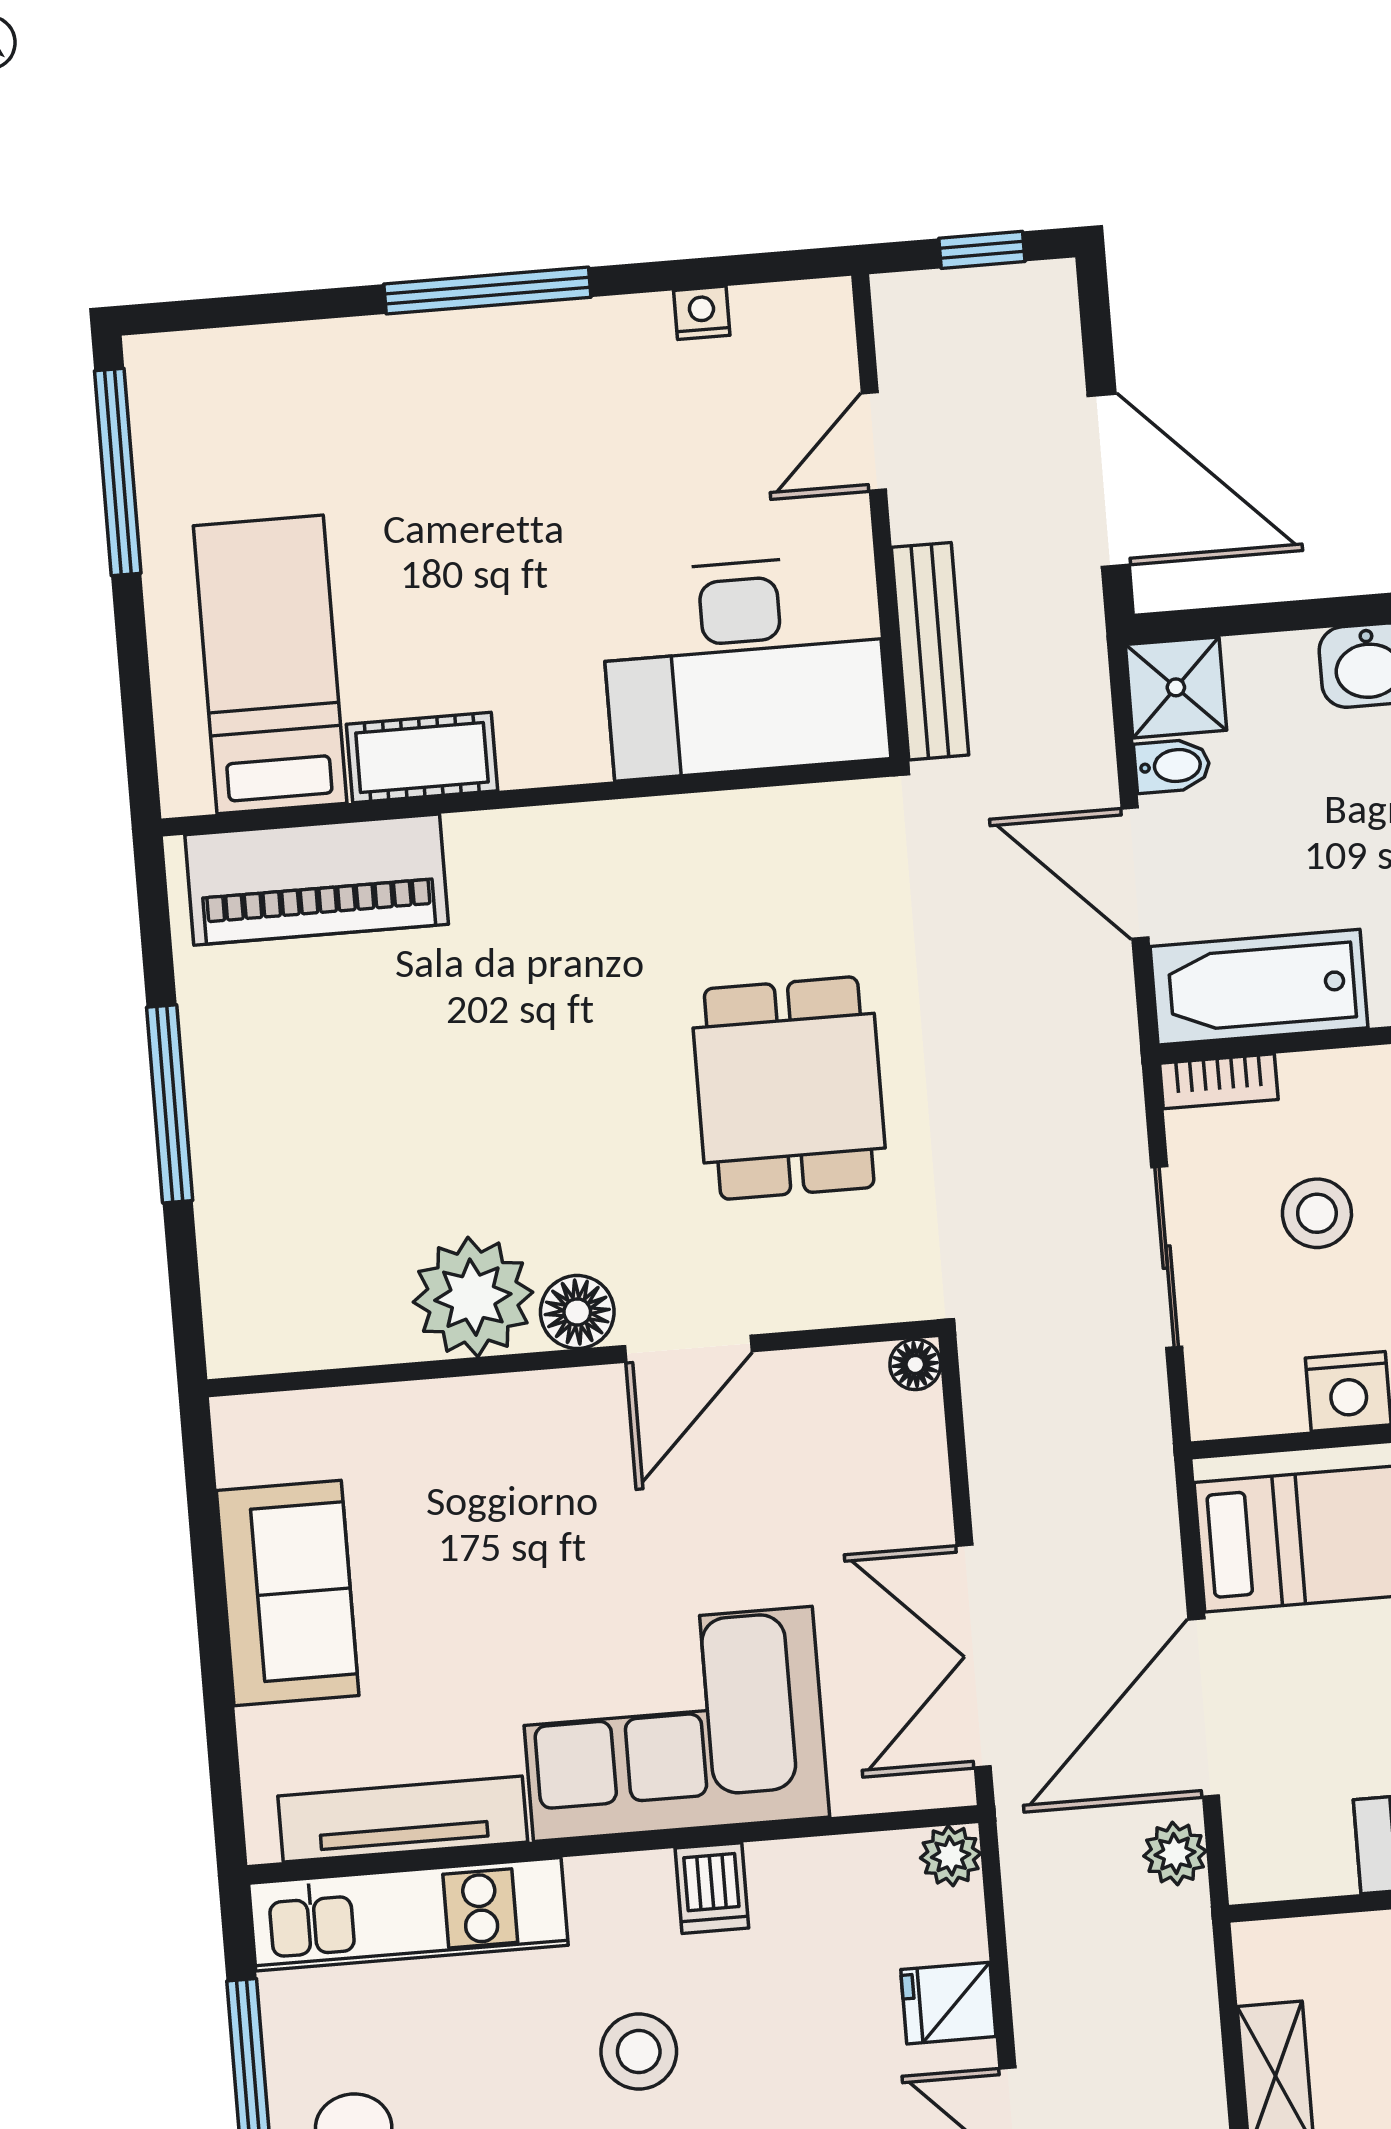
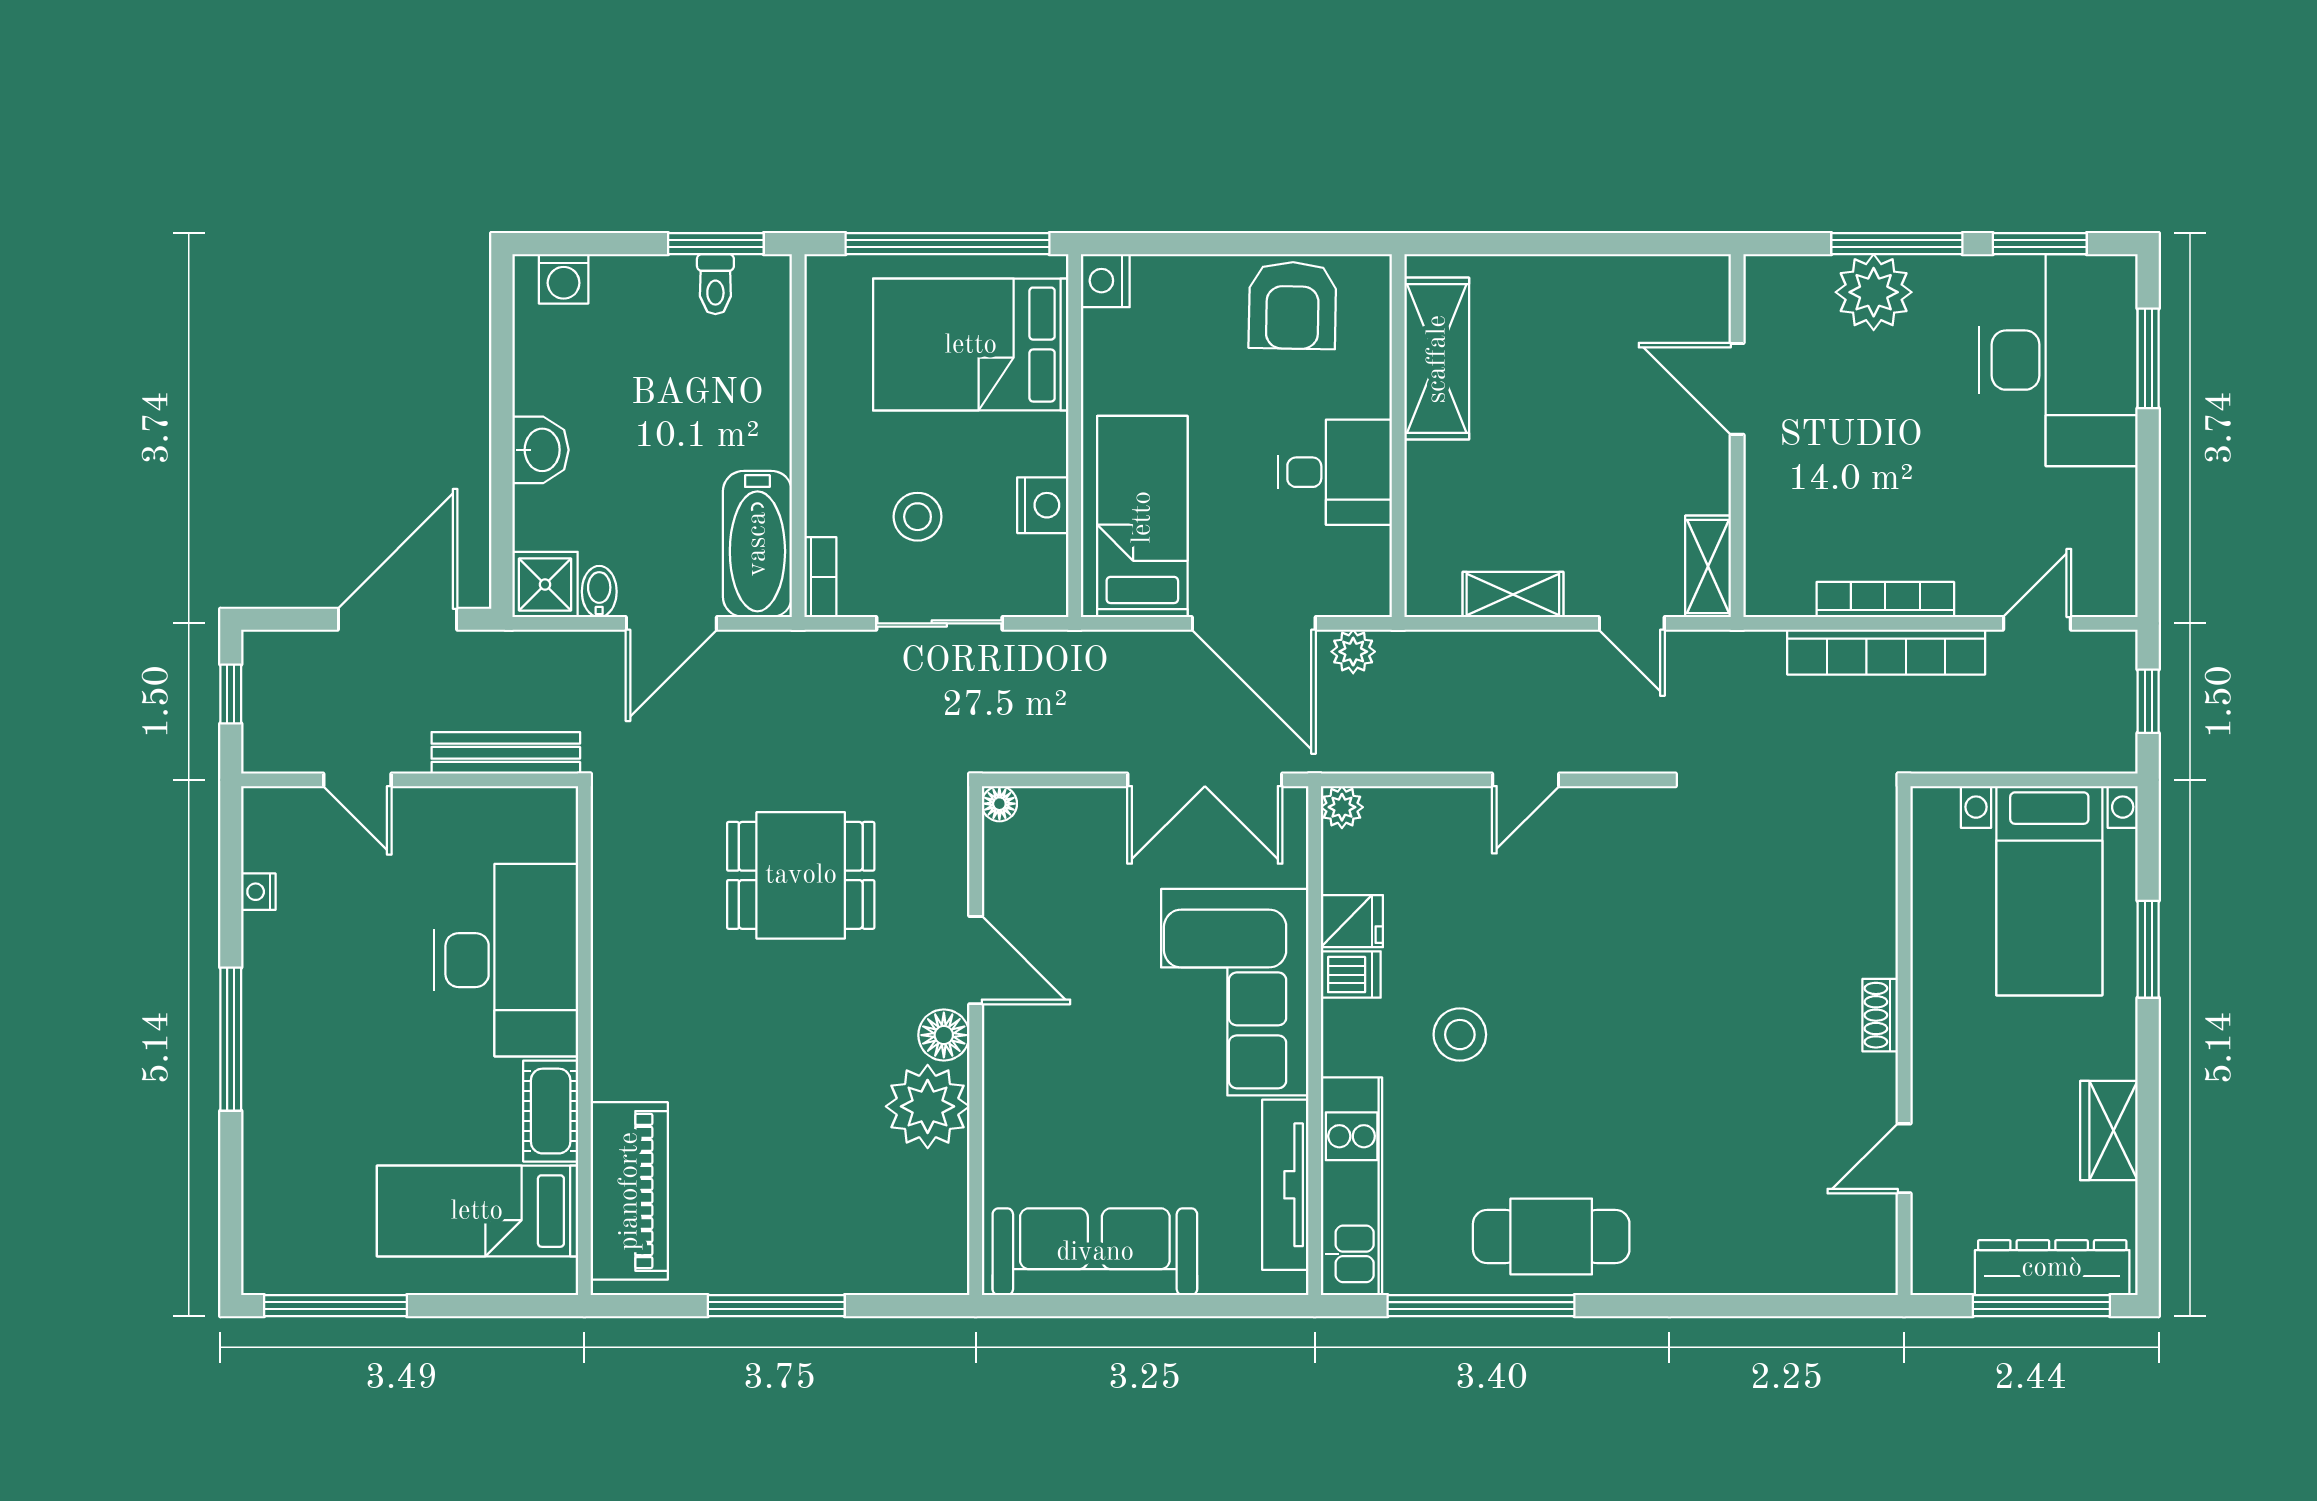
desk: (744, 667) -> (506, 960), moved
sofa: (288, 1593) -> (1095, 1252), width x1.36
fridge: (948, 2003) -> (1352, 921), moved, turned -90

